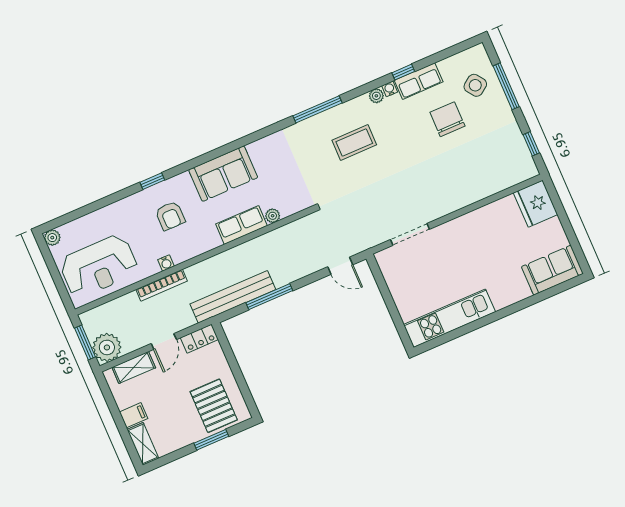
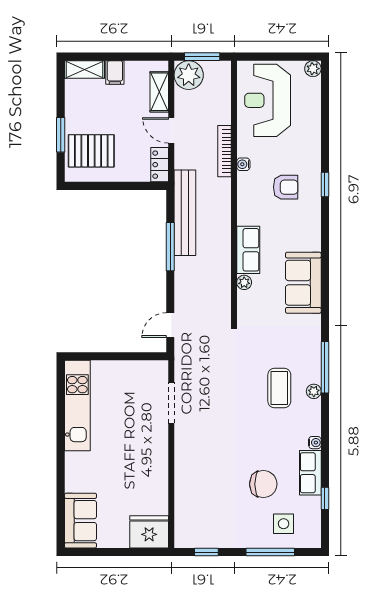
window: (403, 72) -> (325, 498), moved
side table: (475, 85) -> (284, 524), turned 36
plant: (376, 96) -> (314, 391), moved
sofa: (223, 174) -> (303, 283), moved
armchair: (170, 216) -> (286, 187), turned 180

